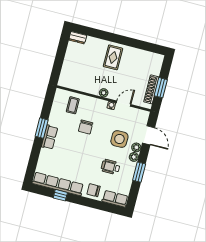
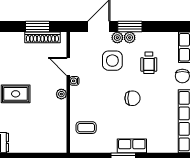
chair: (86, 127) -> (132, 98), moved
window: (139, 172) -> (130, 27), moved

